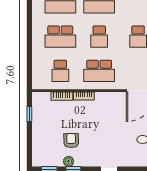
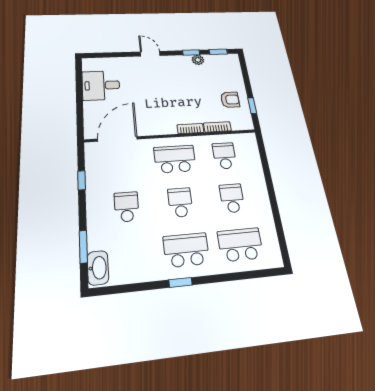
school desk: (60, 37) -> (232, 198), width x0.54
armchair: (71, 141) -> (230, 100), moved, turned -89

